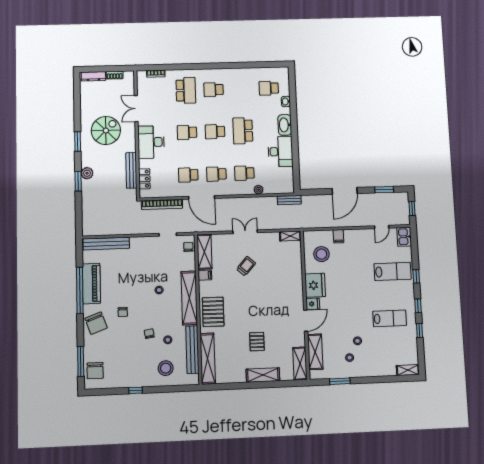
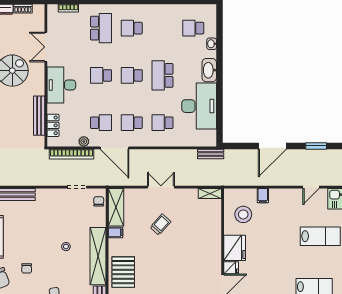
desk: (280, 152) -> (199, 106), width x1.36, depth x1.30
school desk: (188, 175) -> (101, 123), turned 180
plant: (259, 190) -> (84, 141), moved

